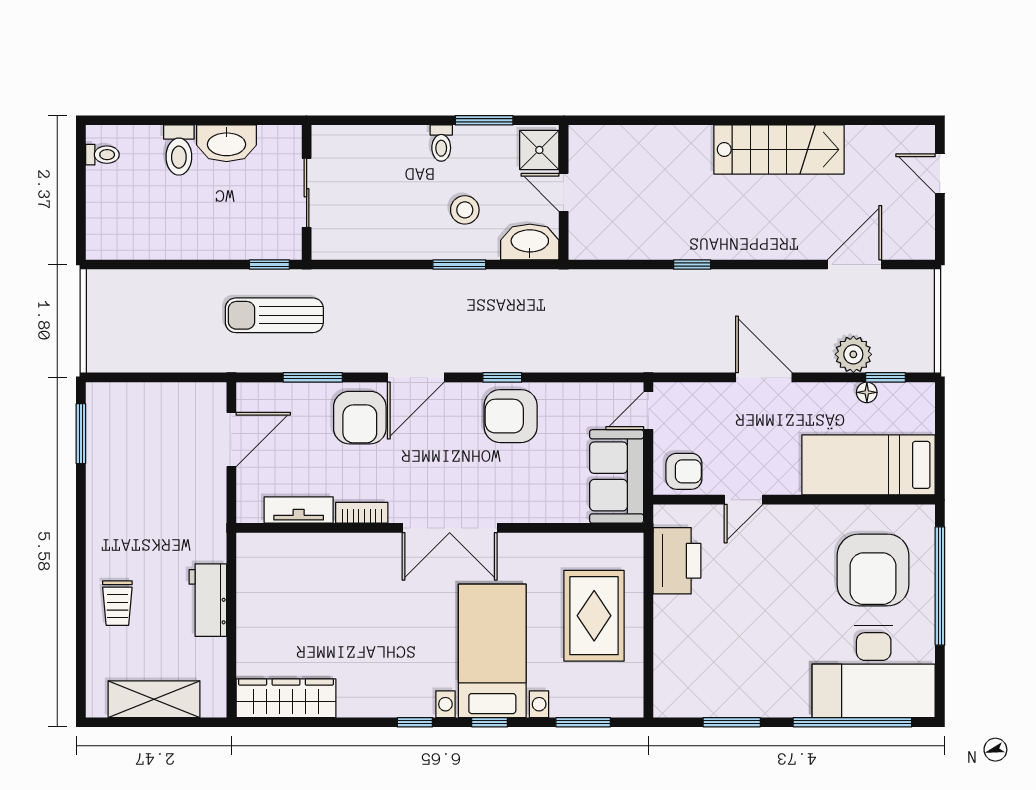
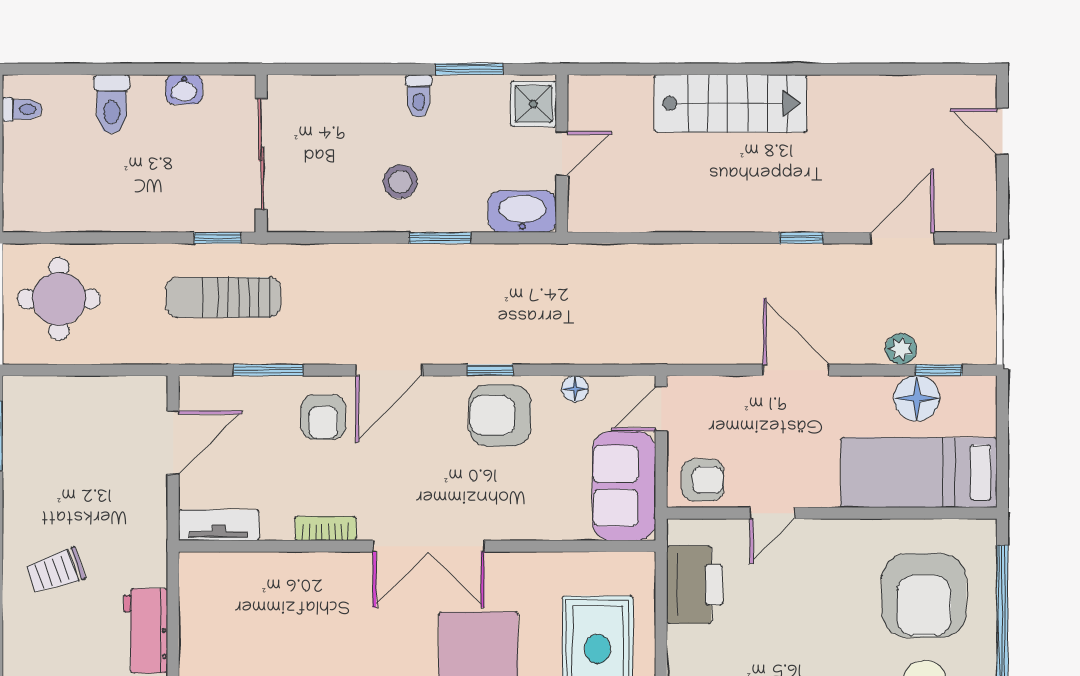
washbasin: (227, 143) -> (184, 89), width x0.52, depth x0.69
stairs: (779, 150) -> (731, 103), moved
door: (564, 192) -> (562, 153), swing flipped
sliding door: (307, 193) -> (261, 154), width x1.37
stool: (465, 210) -> (400, 182), moved
window: (692, 264) -> (801, 238), moved
round table: (134, 317) -> (59, 299), added
plant: (853, 354) -> (901, 349), width x0.73, depth x0.73
floor lamp: (867, 392) -> (917, 398), width x1.89, depth x1.89
floor lamp: (575, 393) -> (575, 389), added
armchair: (360, 418) -> (323, 417), width x0.72, depth x0.72
tv unit: (299, 510) -> (219, 525), moved
trolley: (117, 603) -> (56, 571), moved, turned 71

